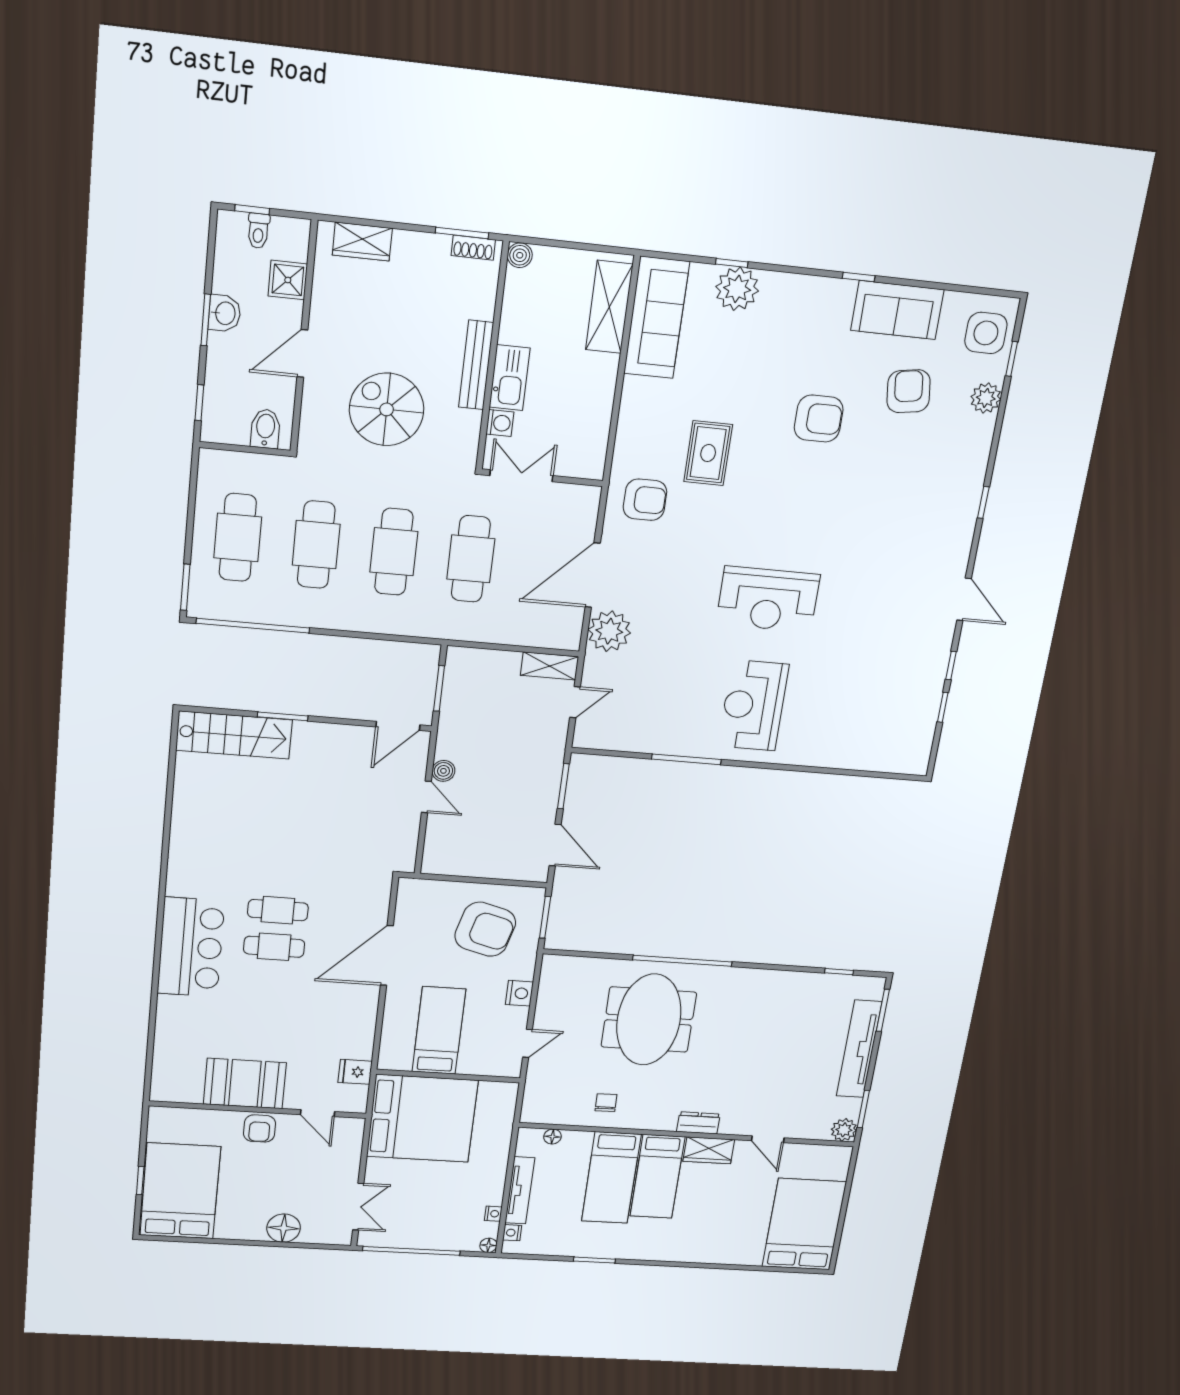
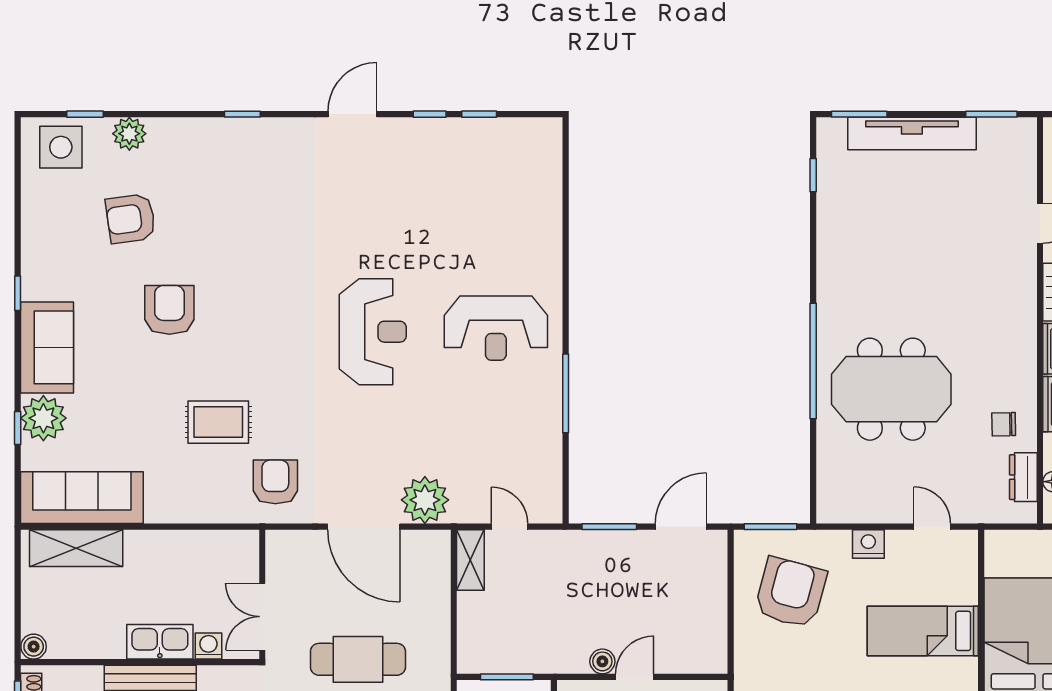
sofa: (897, 310) -> (47, 347), moved
dresser: (698, 1123) -> (1023, 477), moved
plant: (844, 1130) -> (1021, 133), removed

